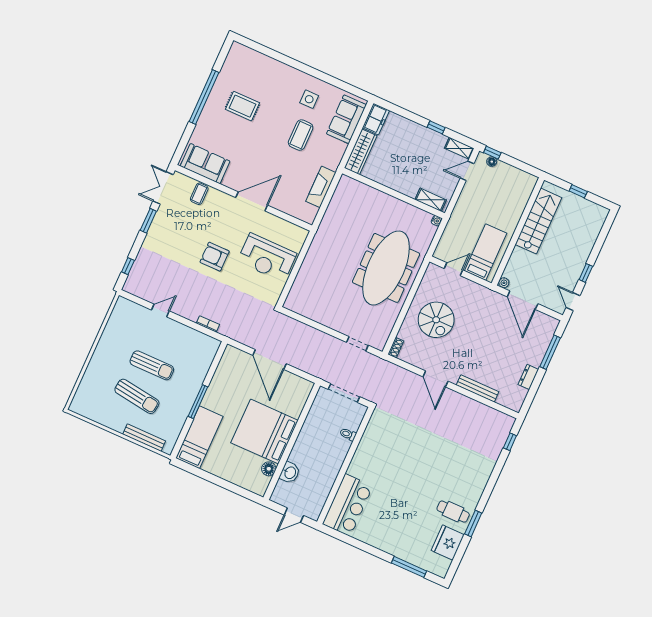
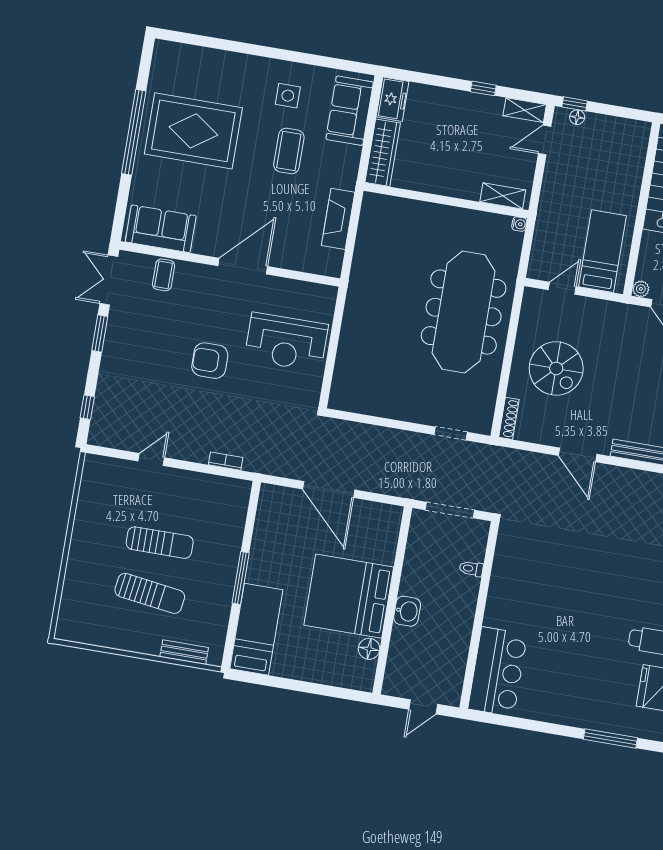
rug: (243, 106) -> (193, 131), width x1.86, depth x2.06
shoe rack: (396, 348) -> (509, 418), width x1.43
bench: (144, 438) -> (184, 652), width x0.73
washbasin: (290, 473) -> (407, 611), moved

